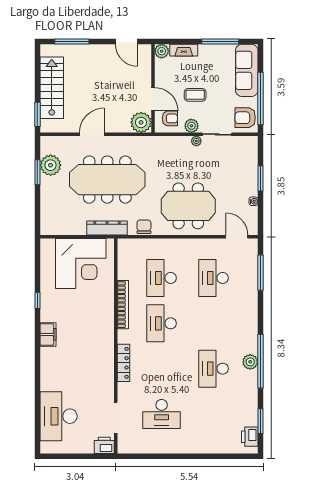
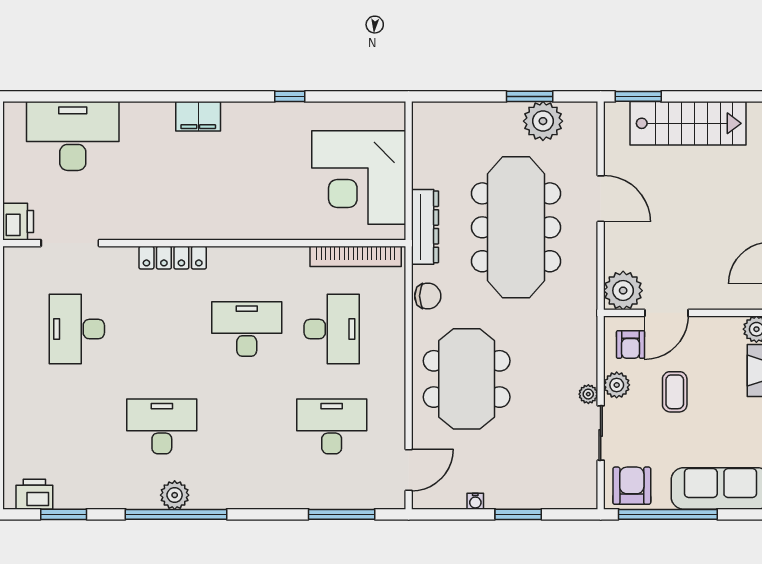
desk: (162, 278) -> (332, 329), turned 90
bookcase: (123, 305) -> (356, 256), moved
filing cabinet: (48, 334) -> (198, 116), moved

